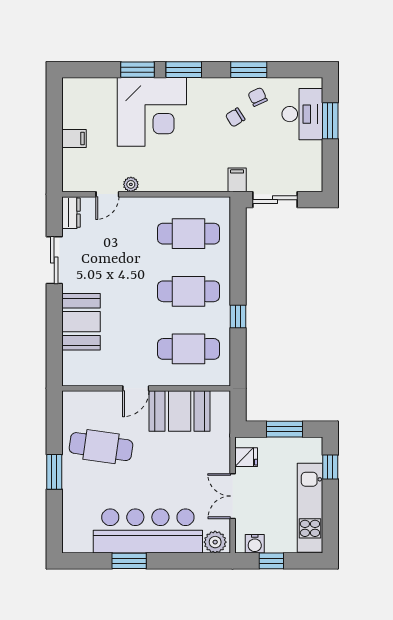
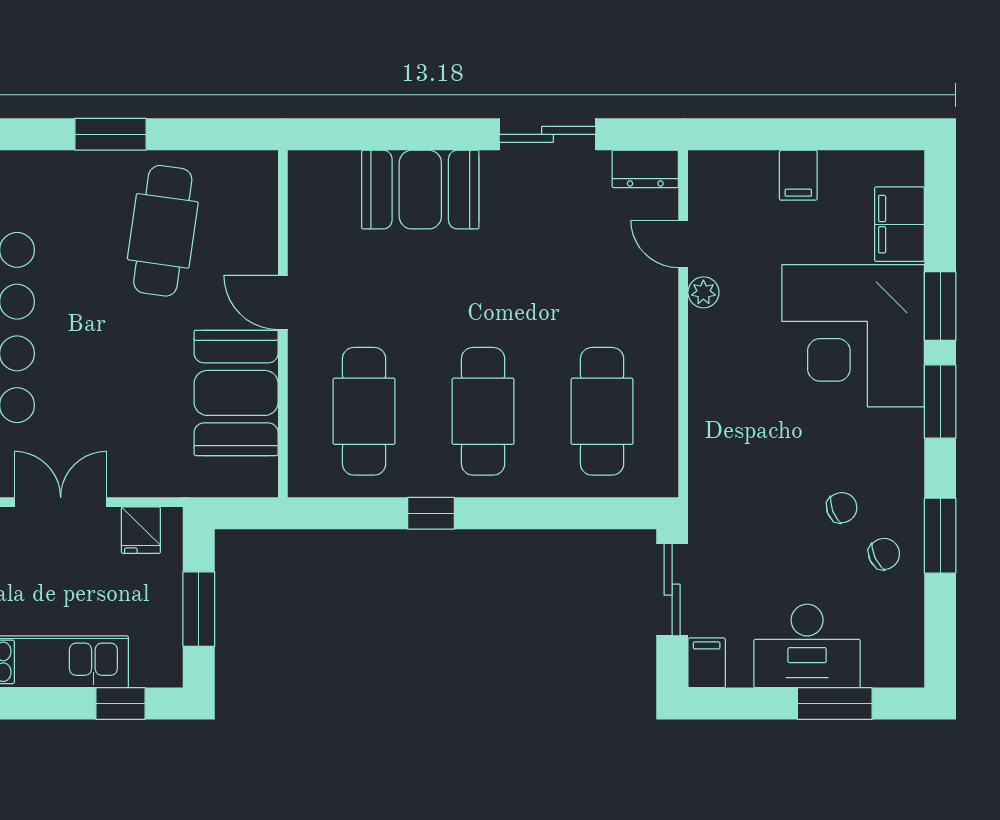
filing cabinet: (98, 89) -> (899, 224), added
desk: (302, 114) -> (807, 646), moved
chair: (235, 117) -> (842, 508), turned 101
filing cabinet: (237, 180) -> (707, 663), moved, turned -90

